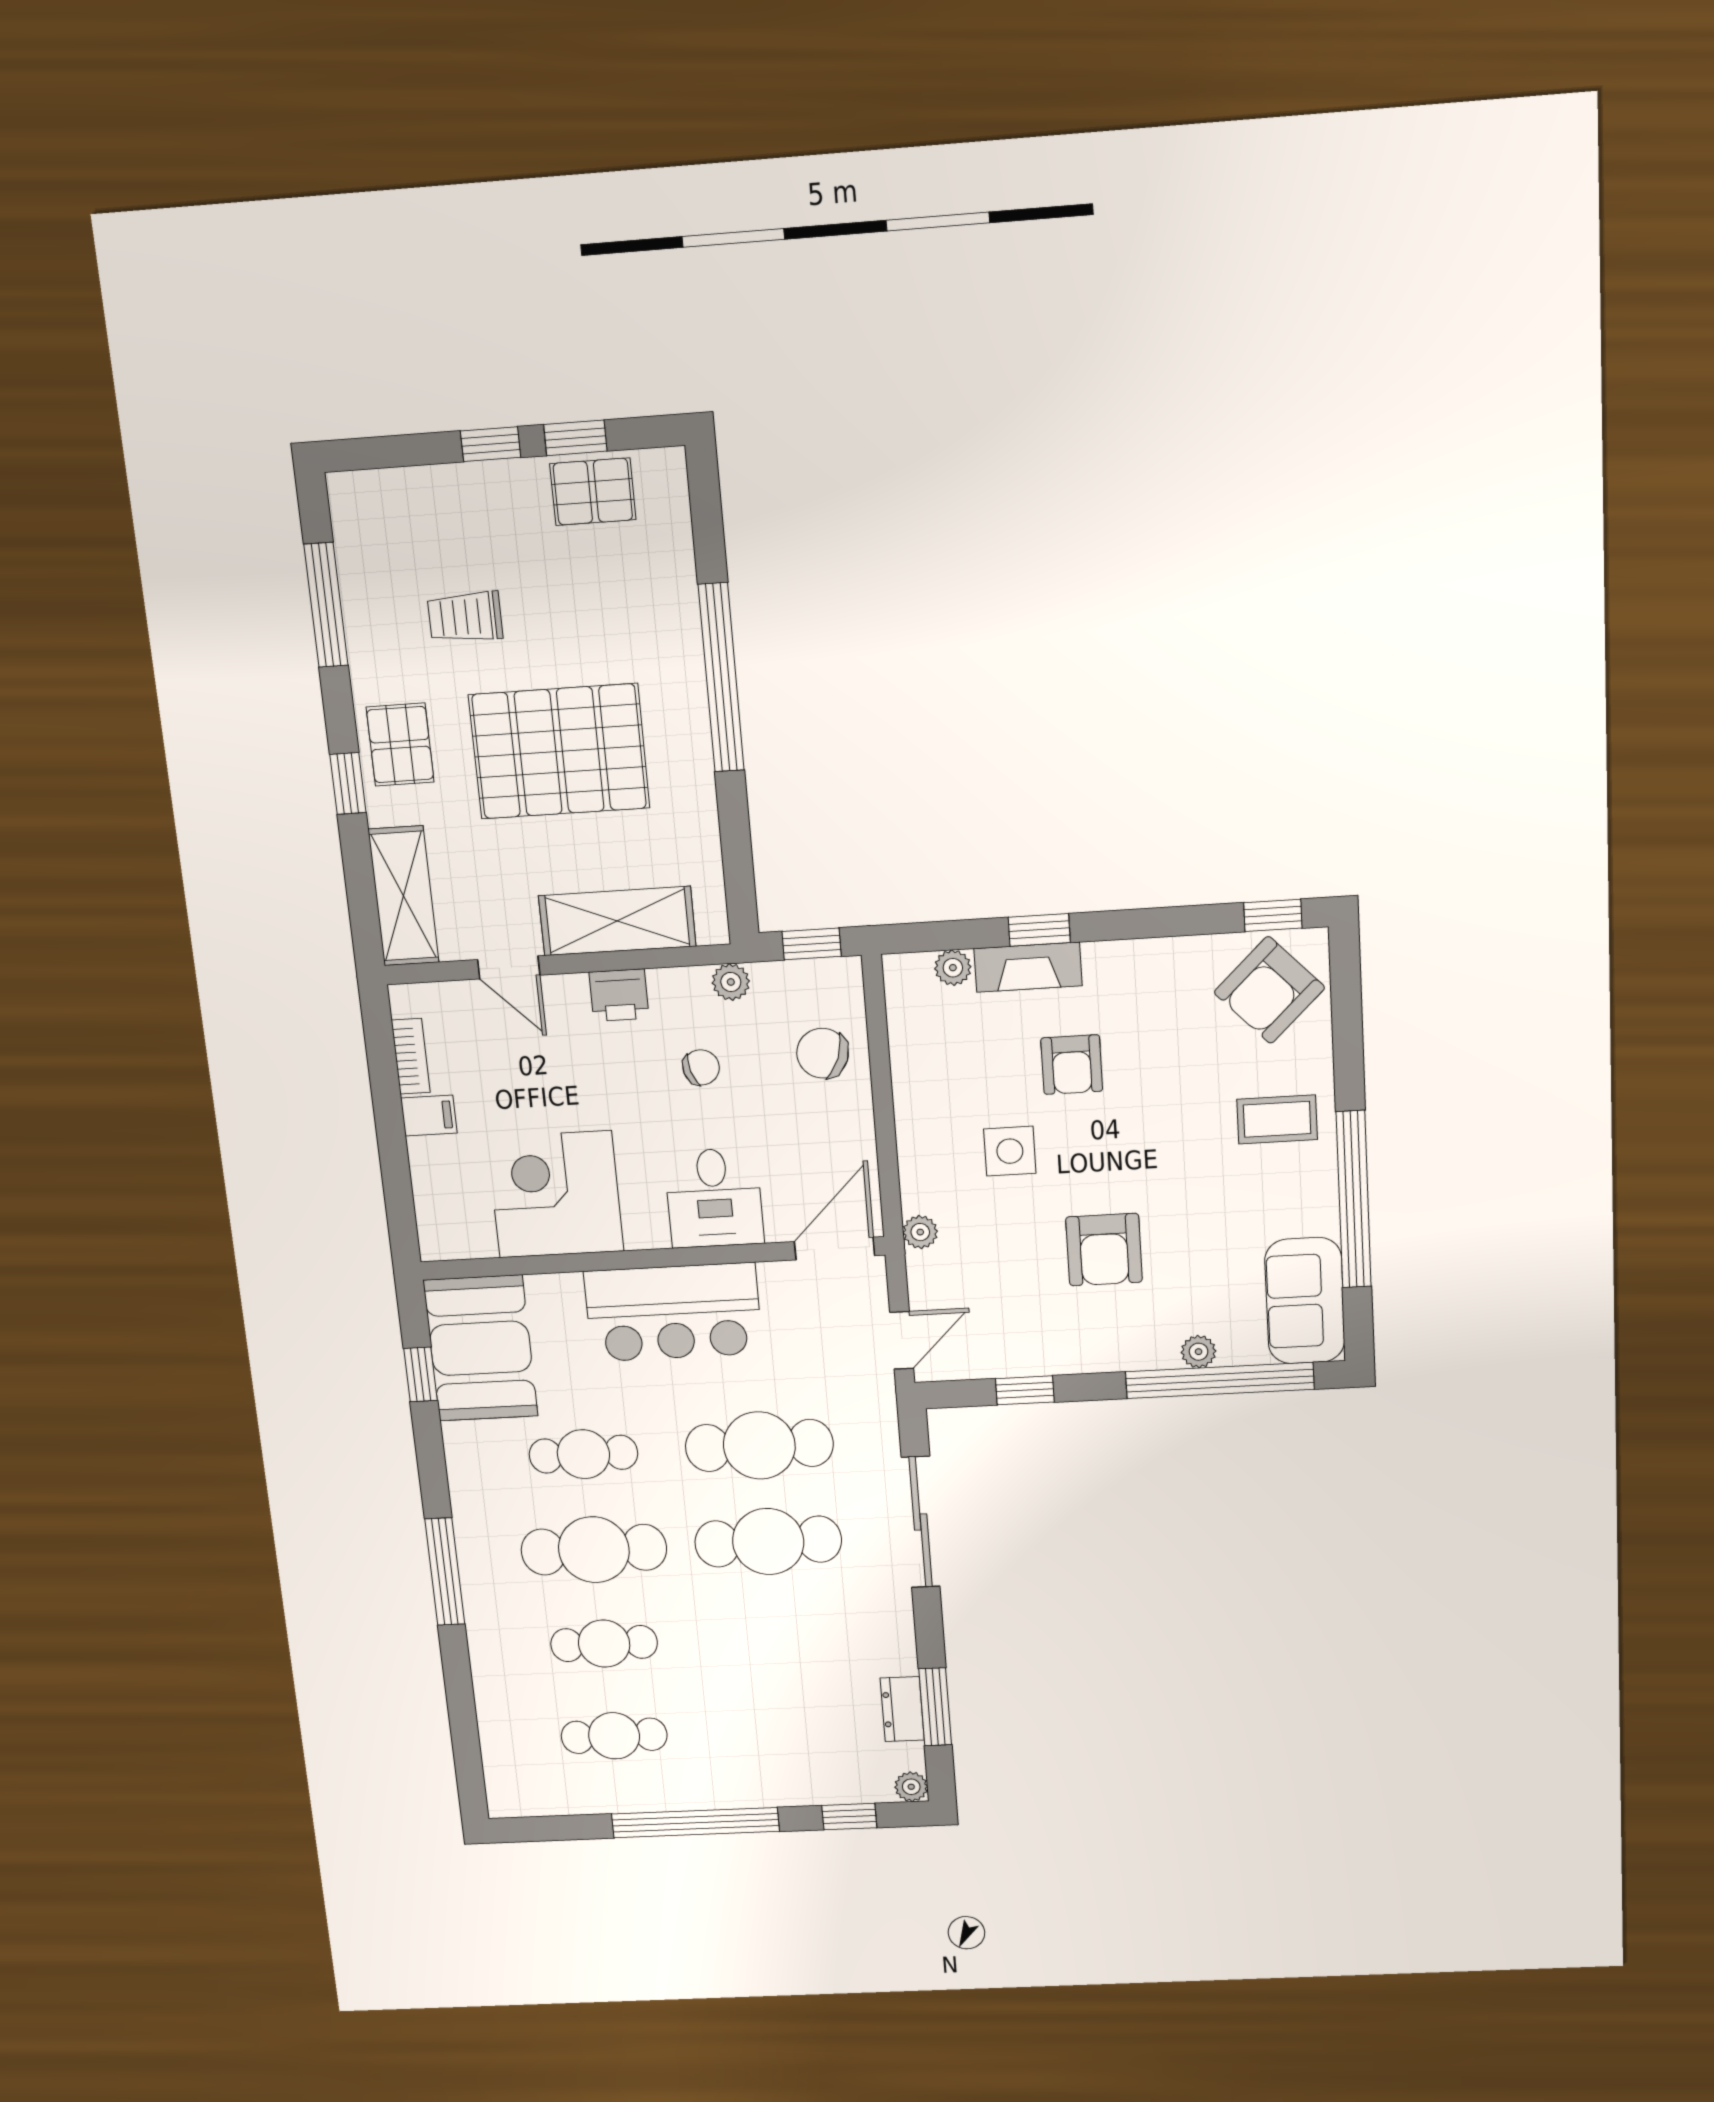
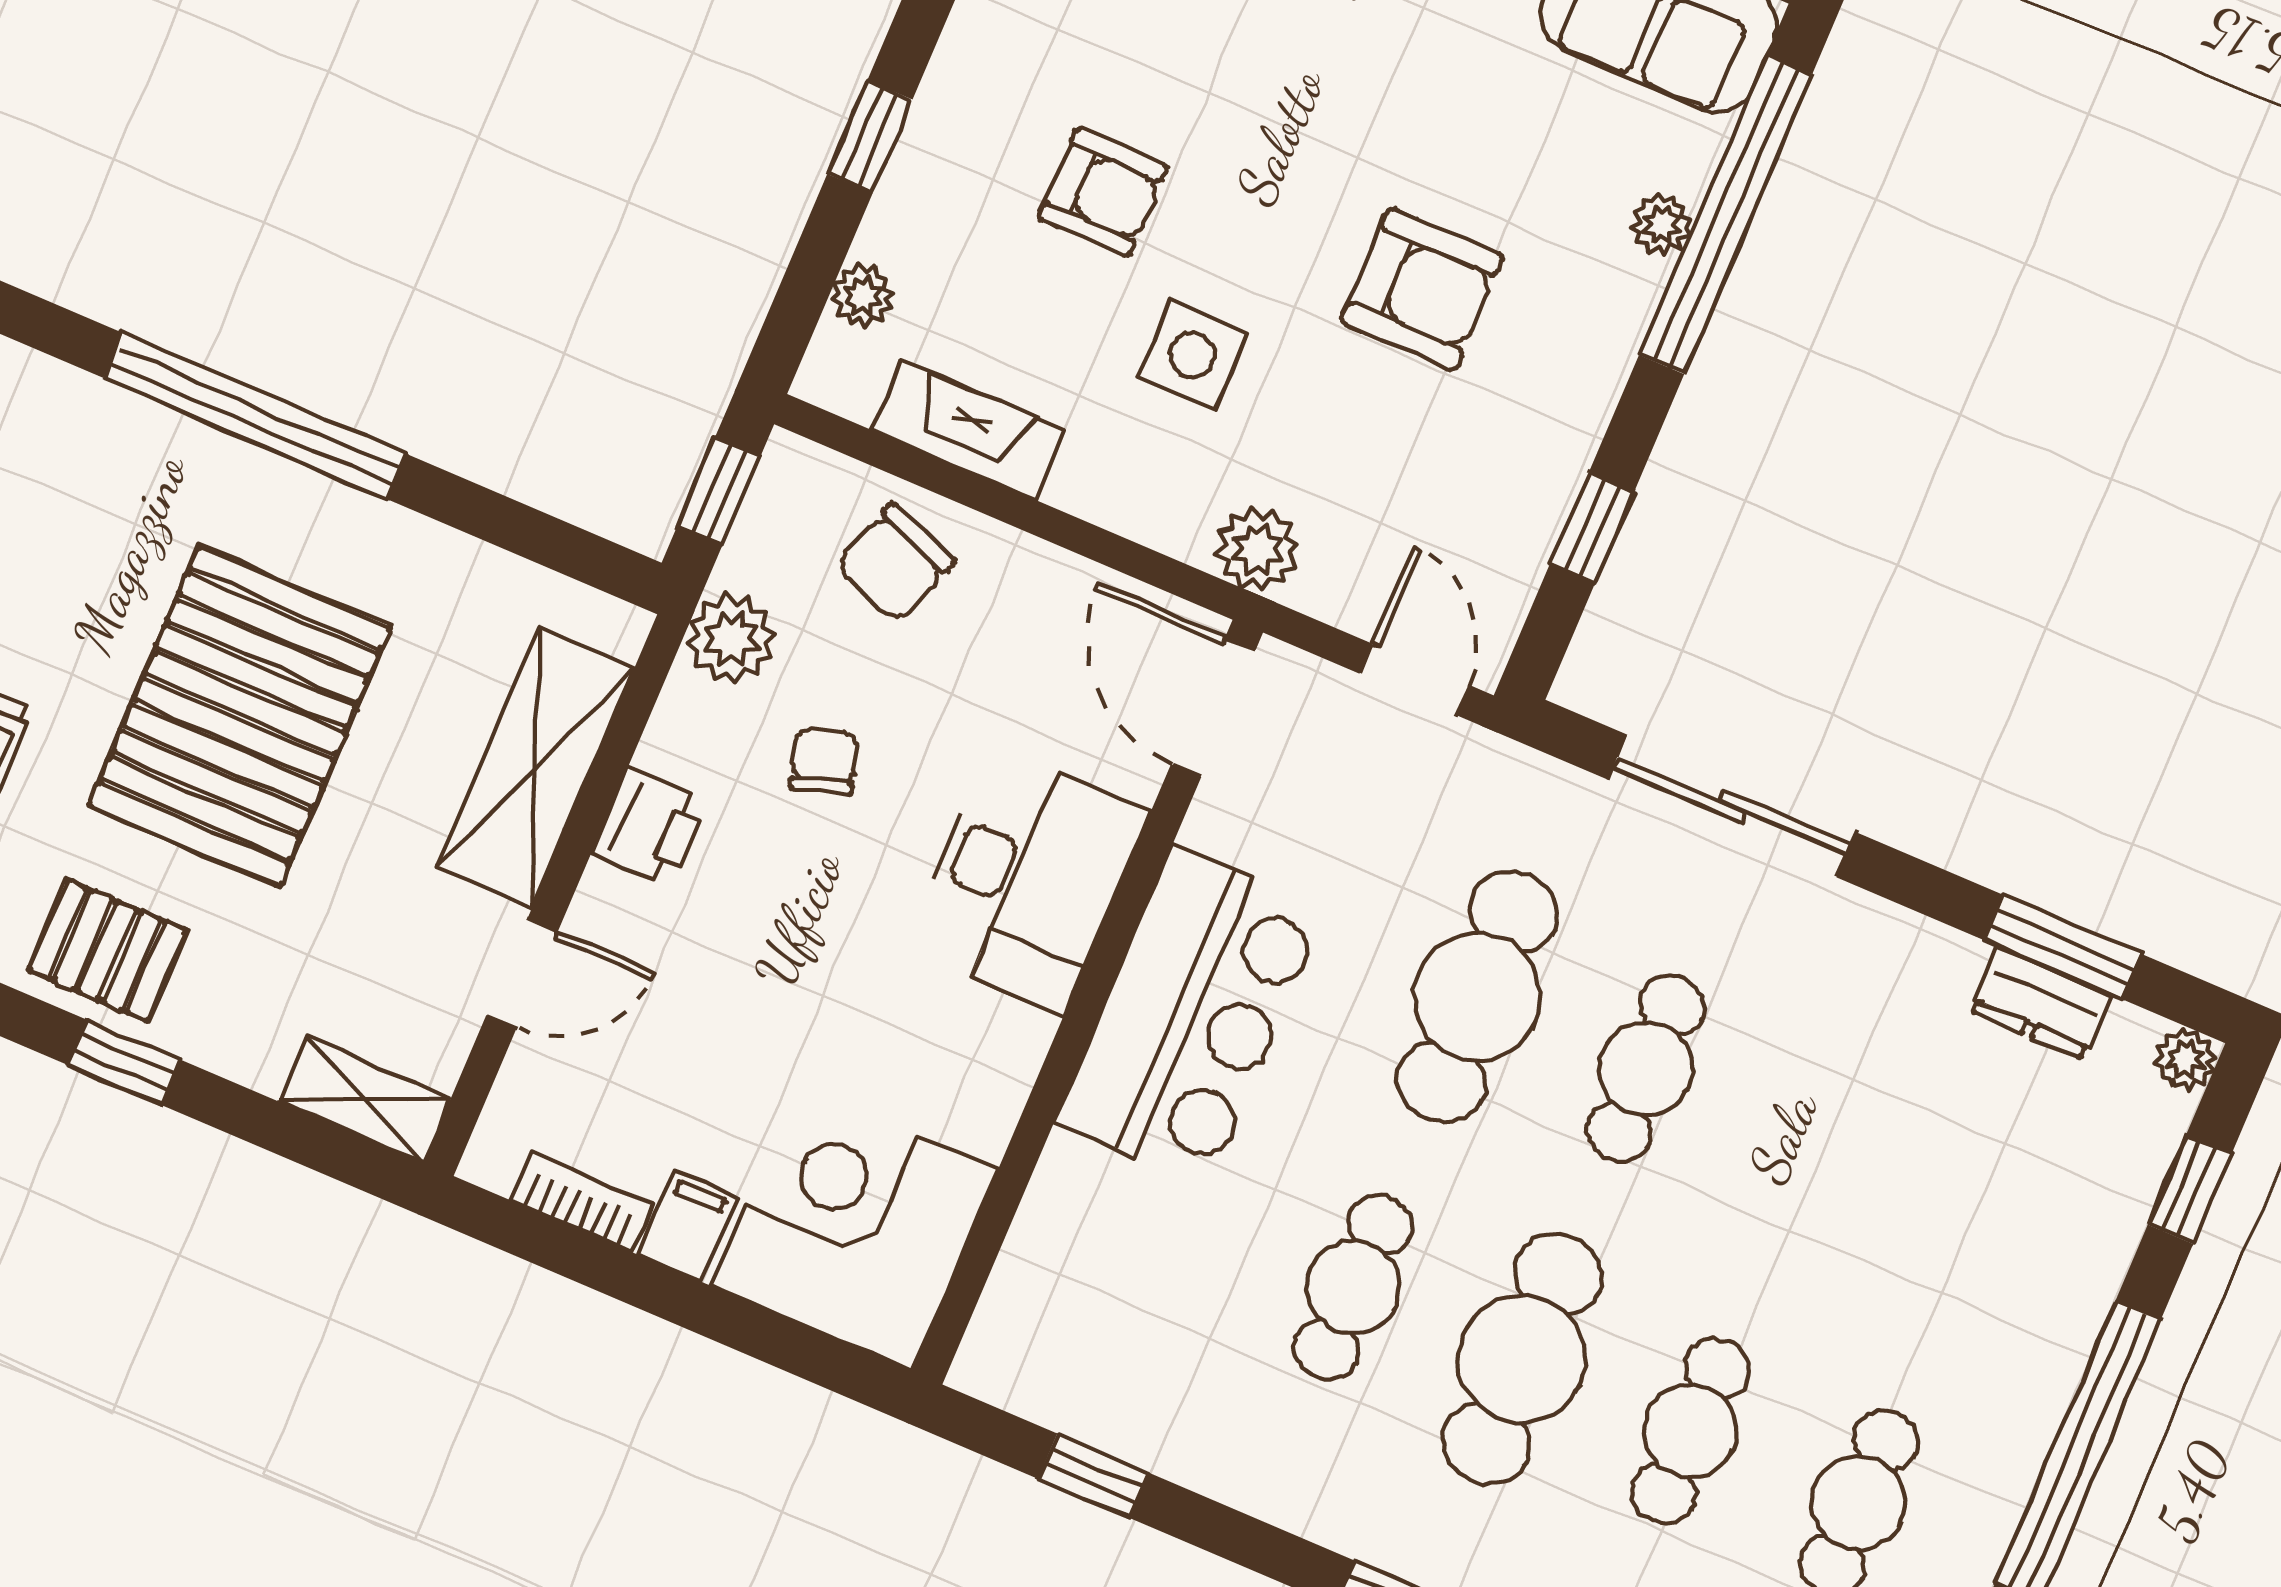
shelving: (404, 896) -> (365, 1100), width x0.67, depth x0.75
fireplace: (1028, 967) -> (969, 430), moved, turned -90
plant: (731, 982) -> (731, 639), width x1.38, depth x1.38
corner desk: (555, 1194) -> (854, 1228), moved, turned 90
desk: (714, 1198) -> (1027, 880), width x1.37
plant: (920, 1232) -> (1257, 549), width x1.38, depth x1.38
booth: (481, 1348) -> (1098, 1355), removed
cafe table: (768, 1542) -> (1646, 1069), width x0.73, depth x0.74

